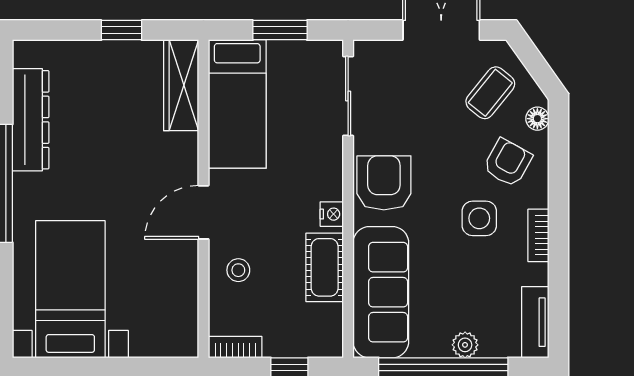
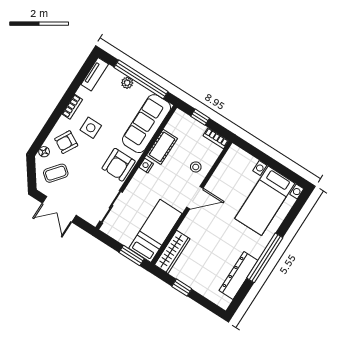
window: (280, 30) -> (132, 256), moved

